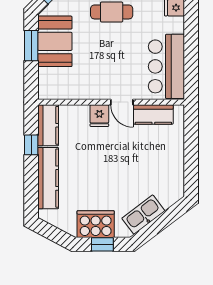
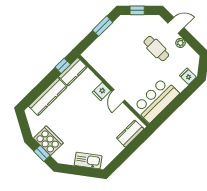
booth: (55, 41) -> (116, 35), removed
kitchen counter: (153, 115) -> (130, 134), moved, turned 90
window: (31, 145) -> (63, 66), moved
kitchen sink: (143, 215) -> (88, 161), moved

